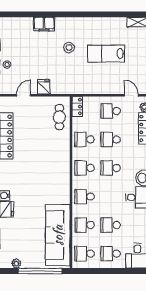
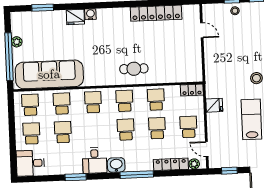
fridge: (44, 87) -> (214, 105), moved
door: (131, 95) -> (207, 149), swing flipped
cafe table: (59, 117) -> (134, 69), moved
plant: (16, 263) -> (17, 42), moved

